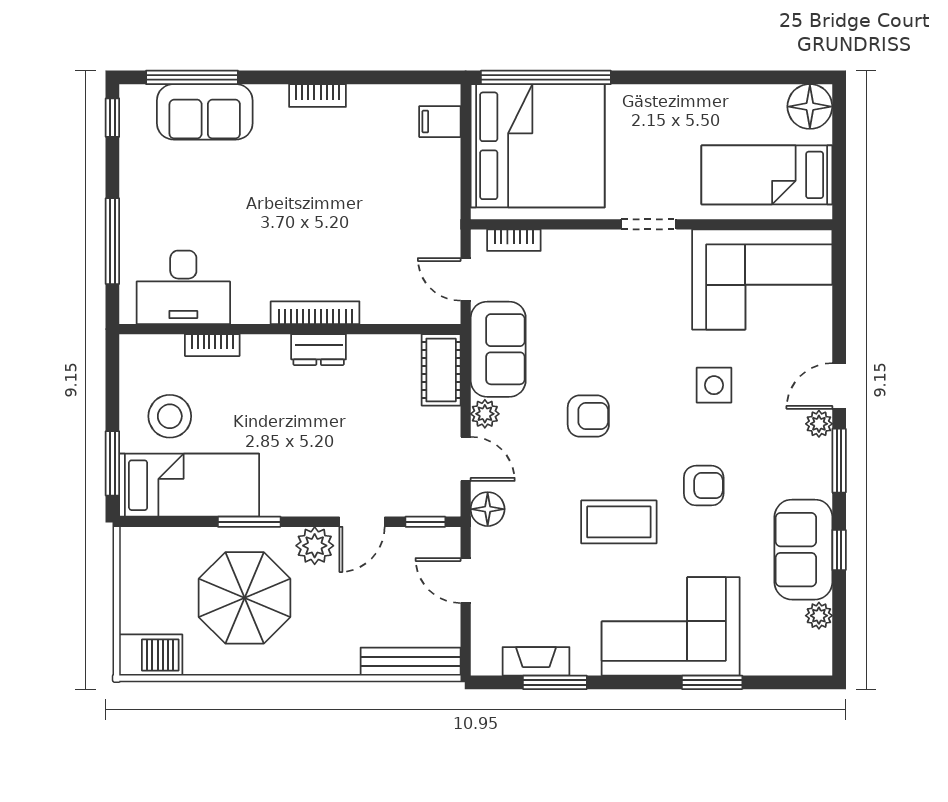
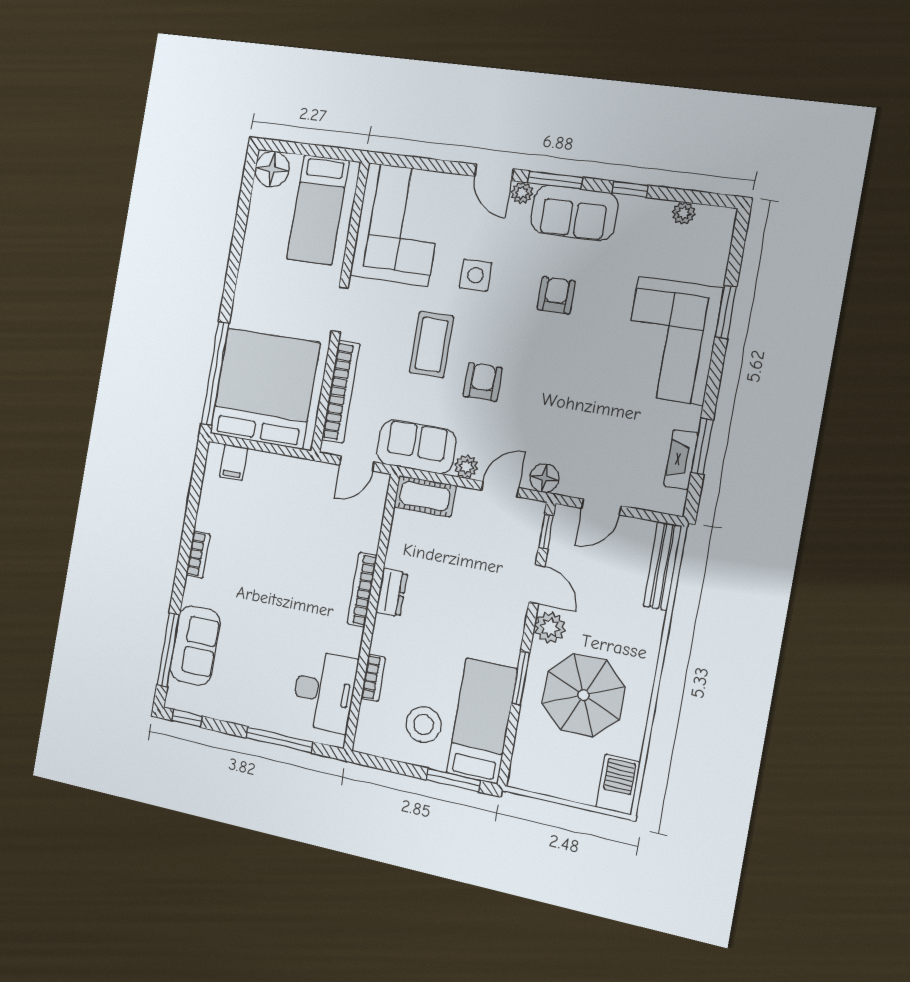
bookcase: (514, 240) -> (341, 392), width x2.31, depth x1.31
coffee table: (619, 522) -> (432, 345), moved
sofa: (803, 550) -> (574, 213), moved

